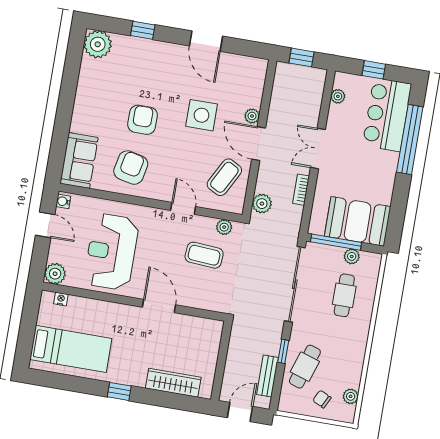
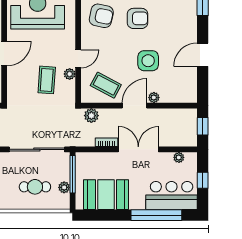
double door: (318, 149) -> (138, 149), width x1.37
booth: (358, 221) -> (106, 195), moved, turned 90
plant: (224, 227) -> (70, 74), moved

